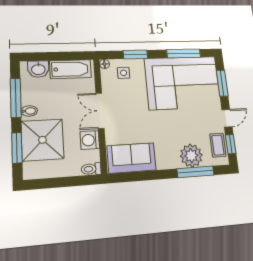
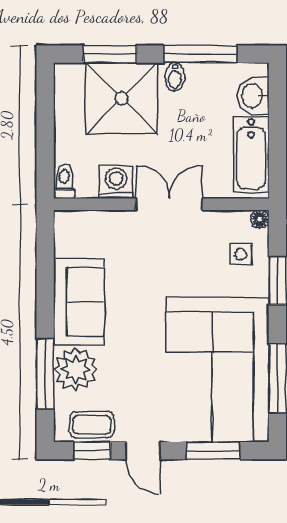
sofa: (132, 158) -> (79, 302), moved

